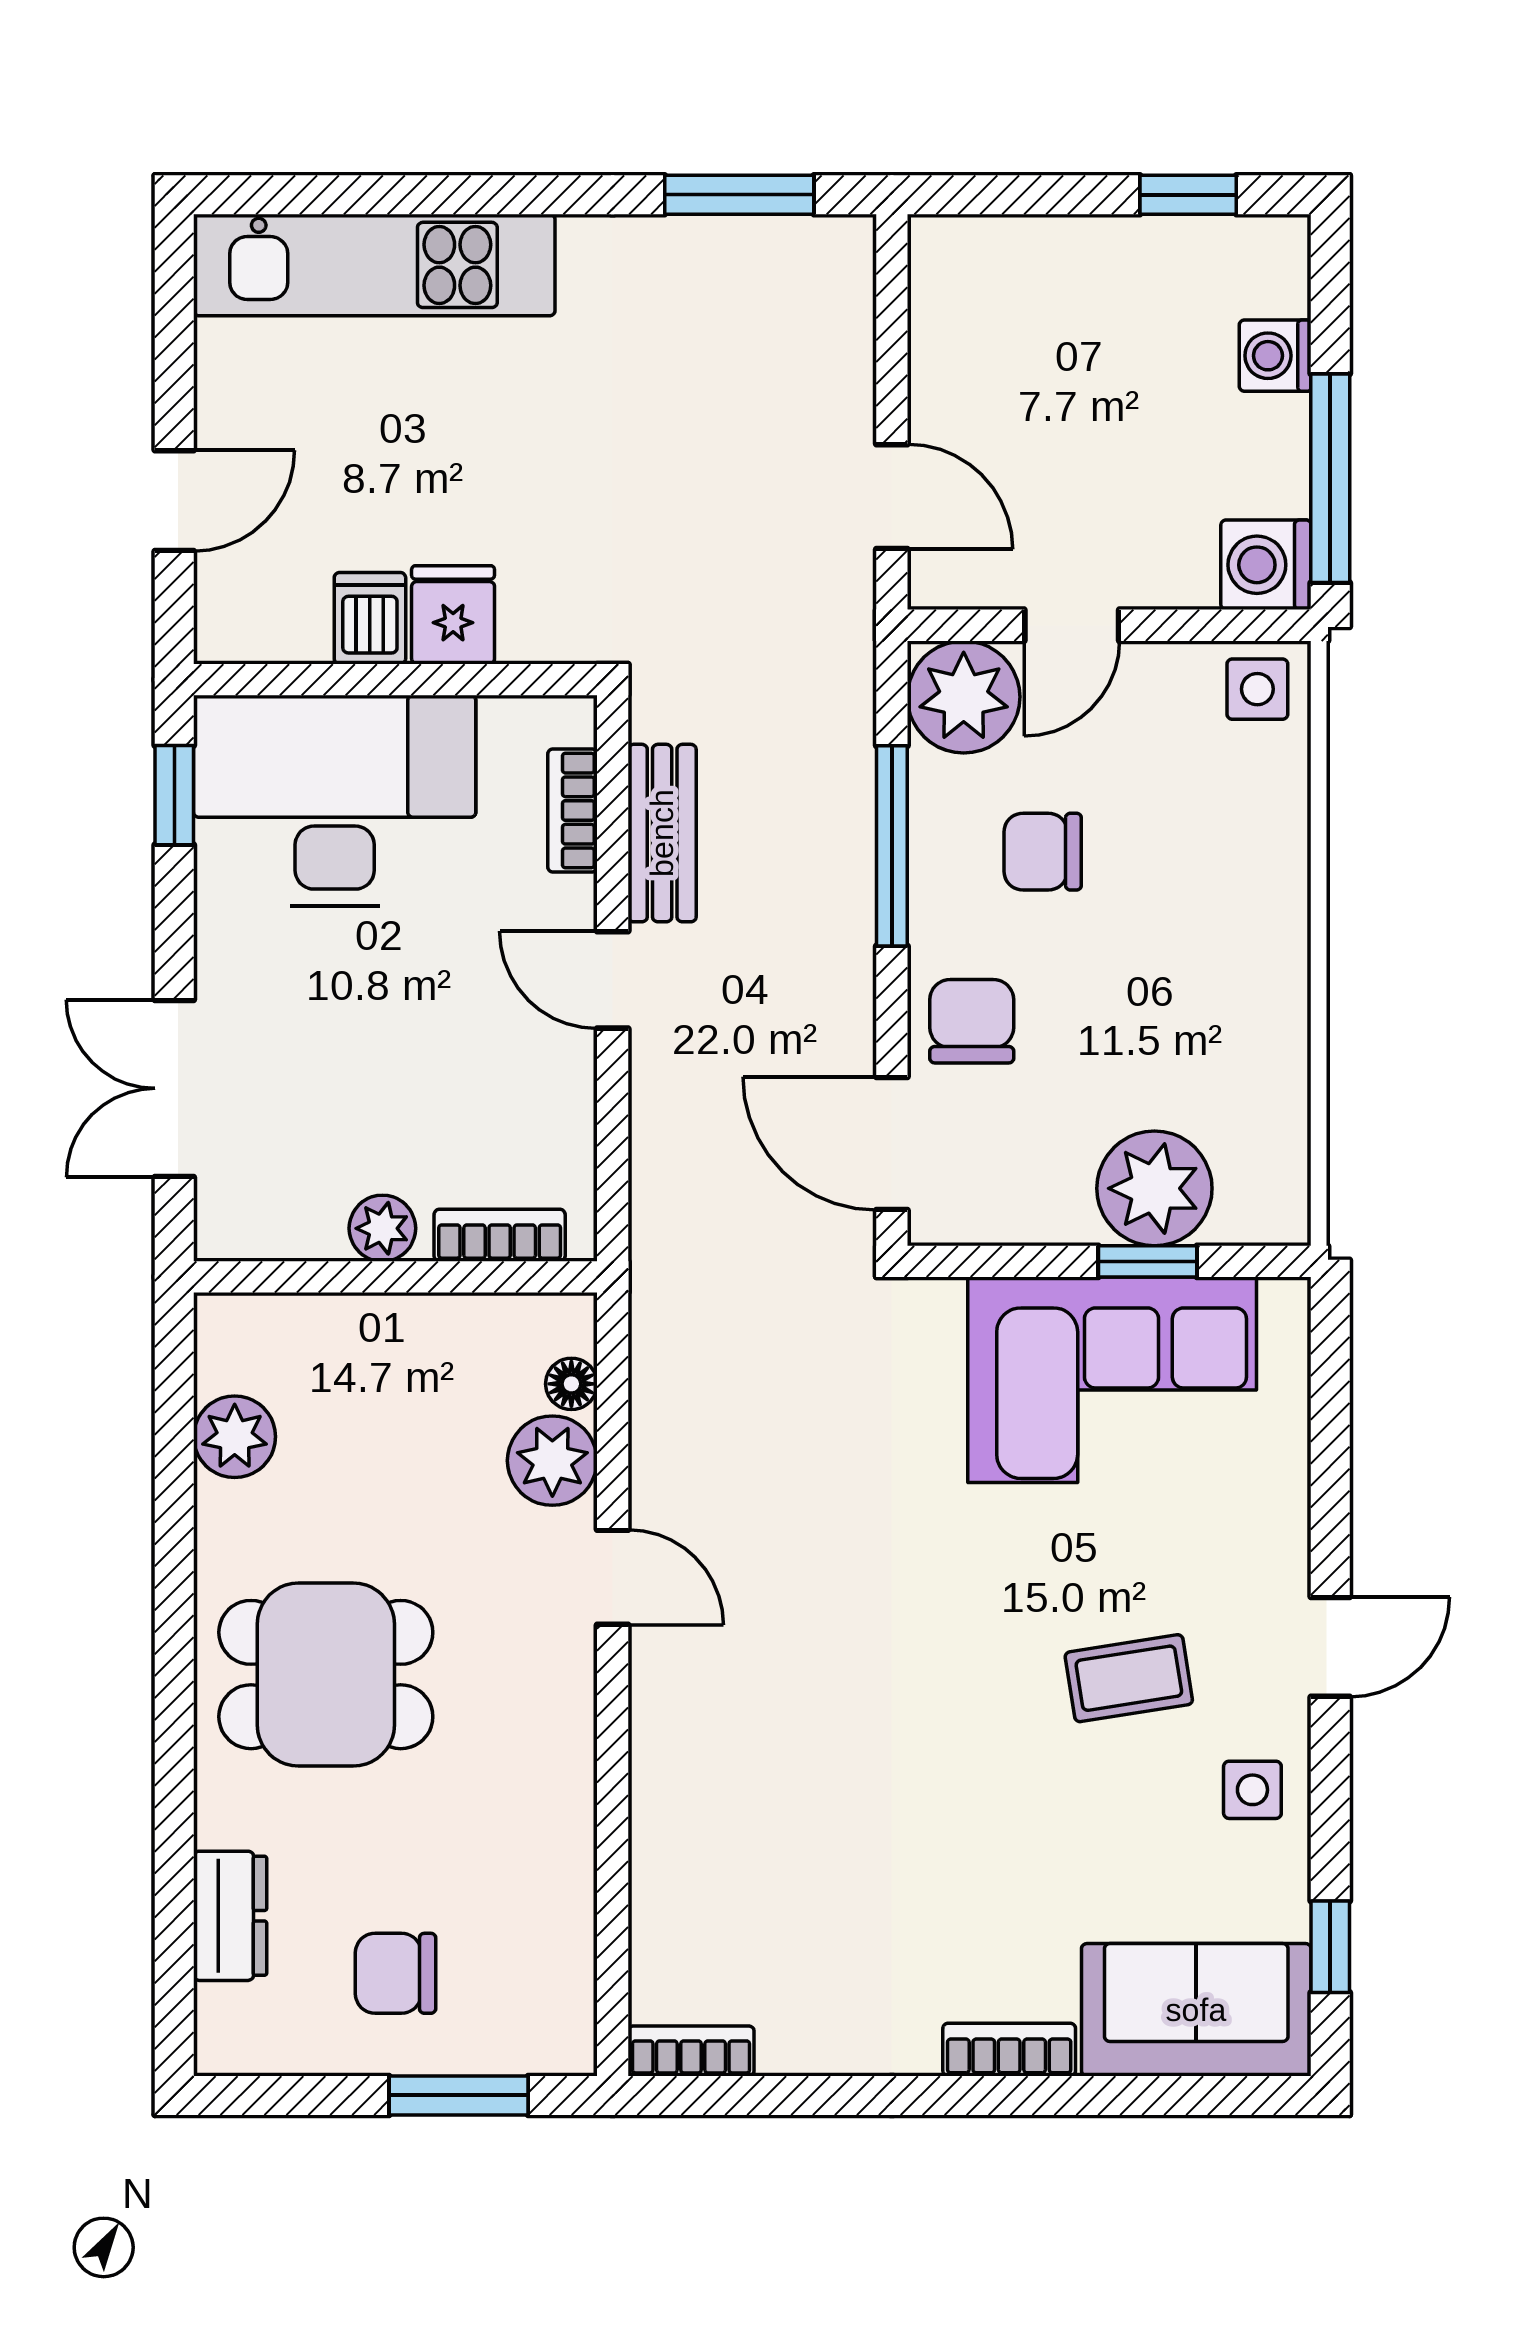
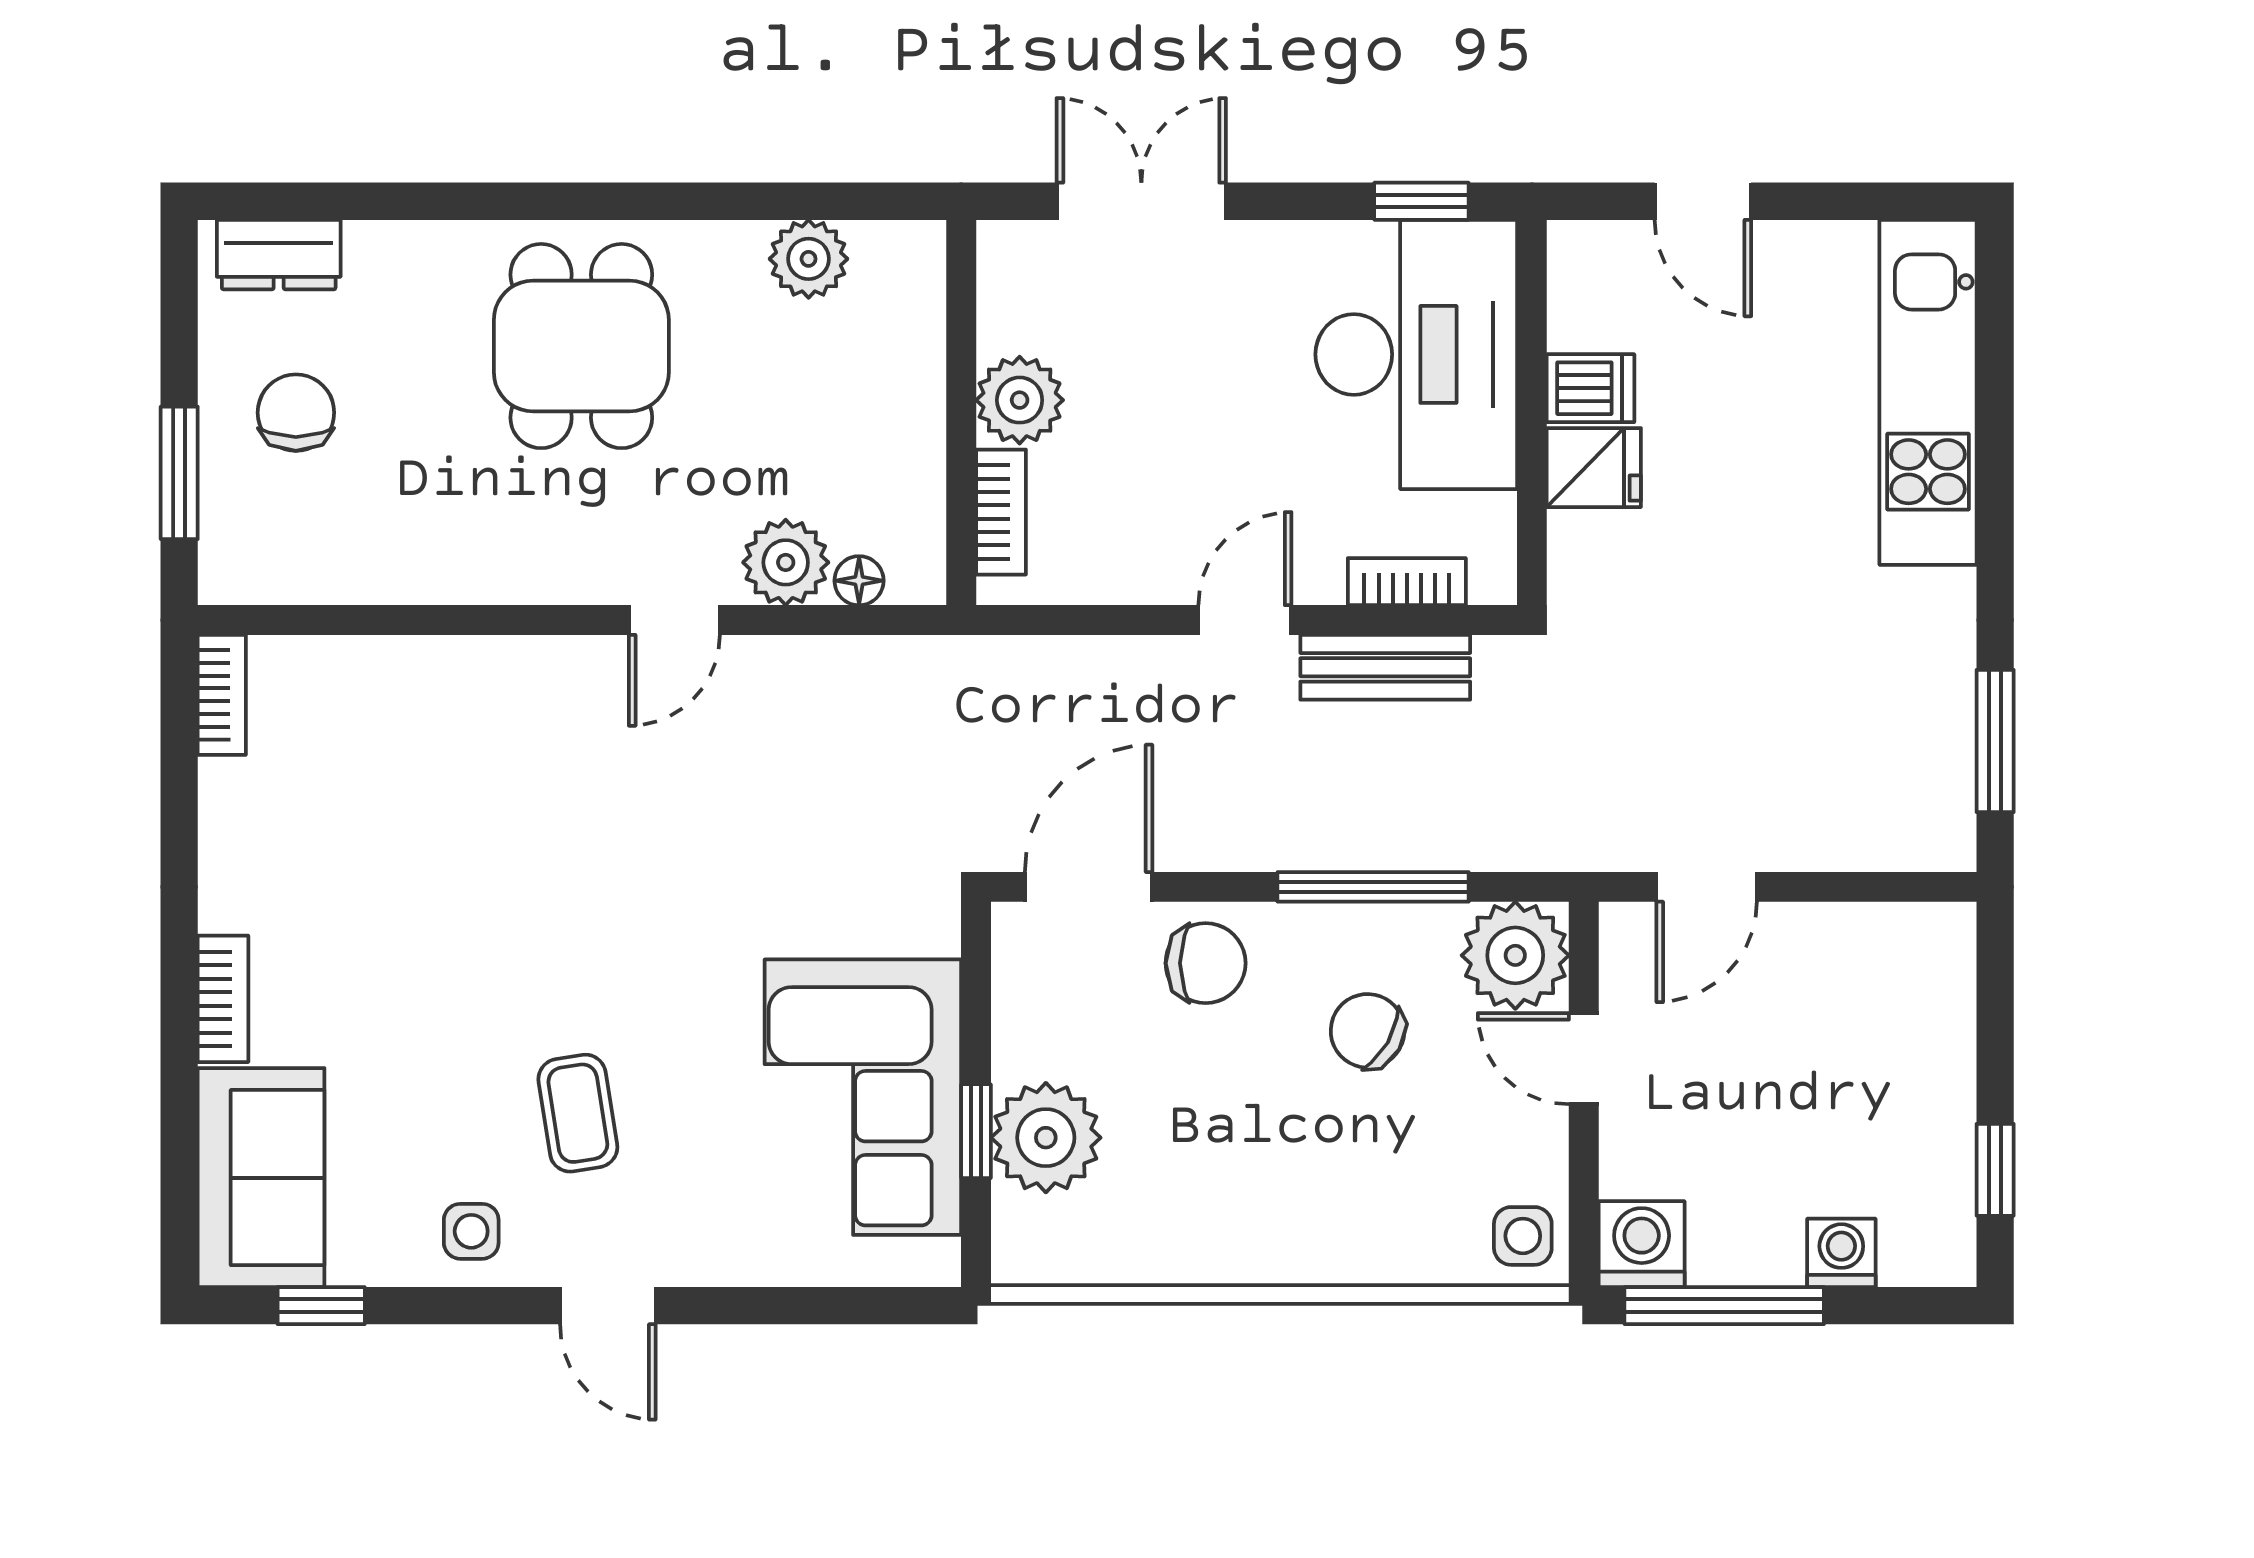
chair: (1043, 852) -> (1368, 1031), turned -60
plant: (382, 1228) -> (1020, 400), width x1.38, depth x1.38
dresser: (230, 1916) -> (279, 255), moved

